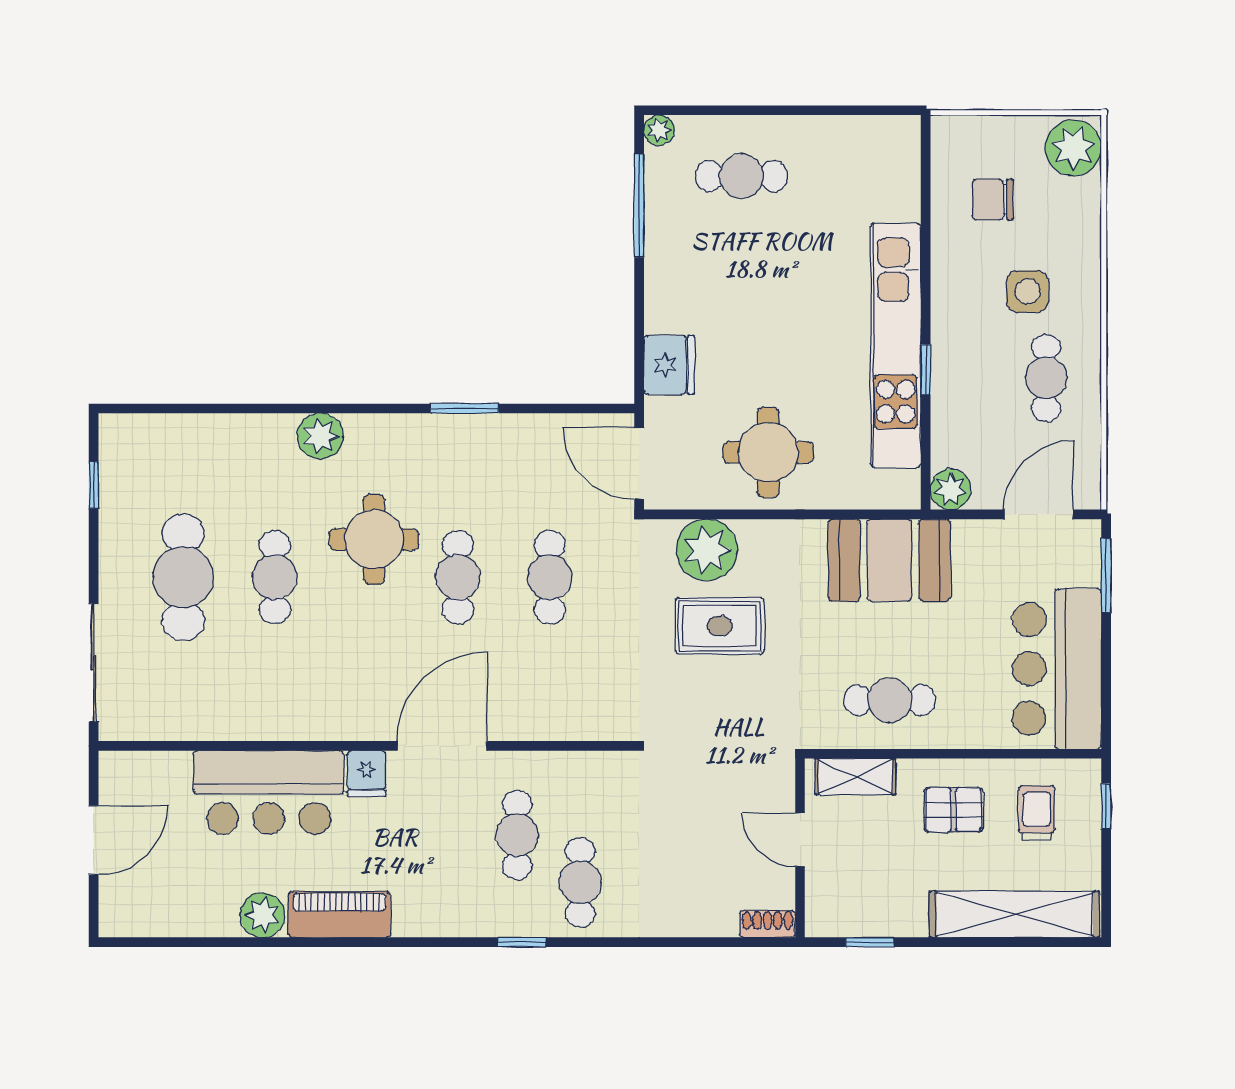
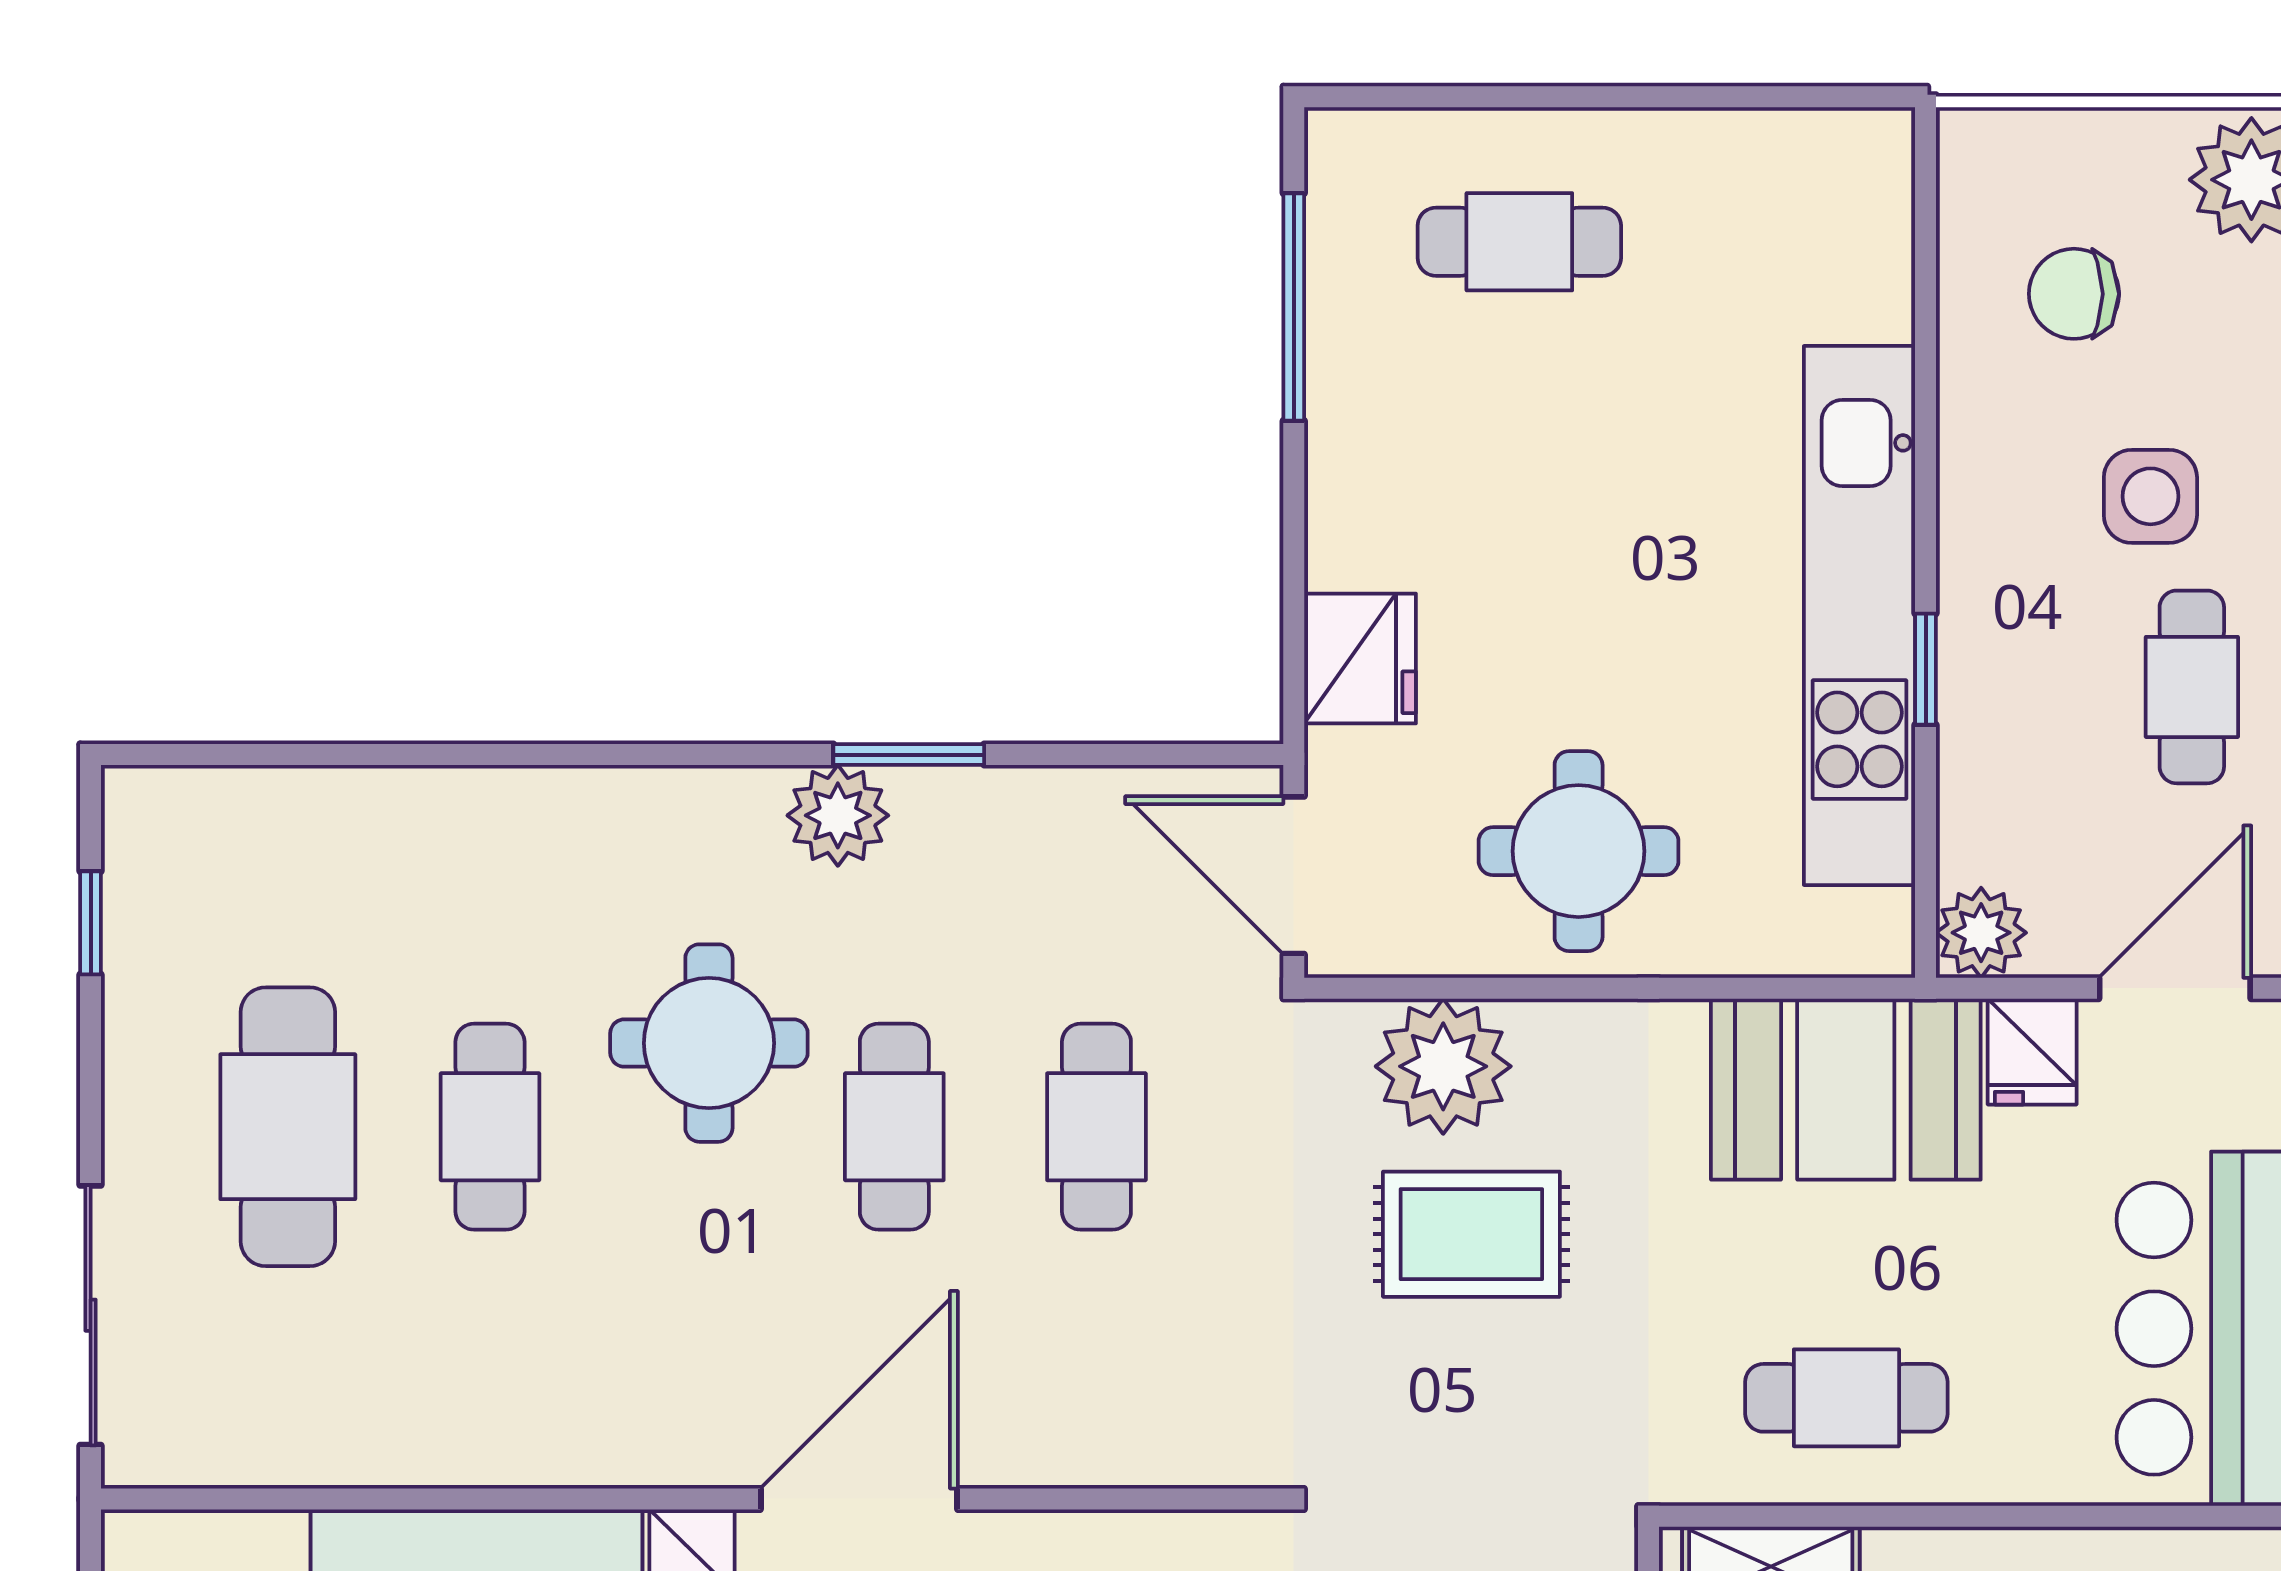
plant: (659, 130) -> (1338, 141), removed
plant: (320, 436) -> (838, 815), moved
fridge: (974, 543) -> (2032, 1052), added

